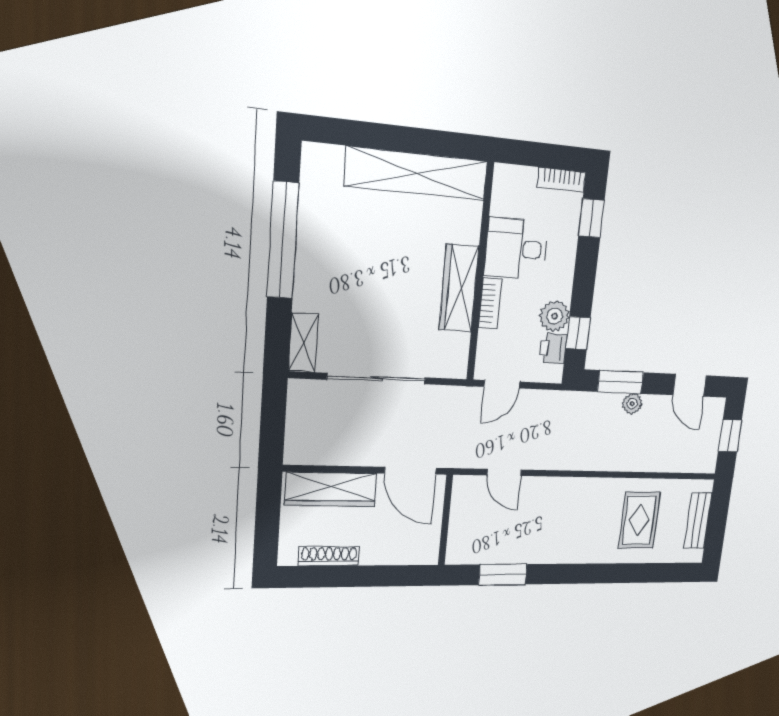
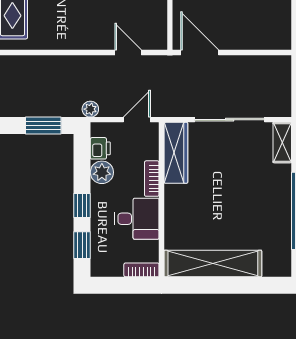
bookcase: (562, 180) -> (141, 270), moved
wardrobe: (459, 288) -> (176, 153), moved
window: (578, 333) -> (82, 206), moved
plant: (632, 404) -> (90, 109), moved
wardrobe: (331, 489) -> (256, 38), removed

